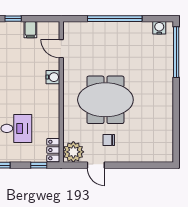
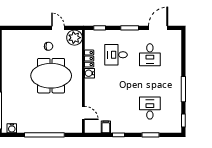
water cooler: (53, 77) -> (89, 73), moved
locker: (53, 150) -> (89, 59), moved

